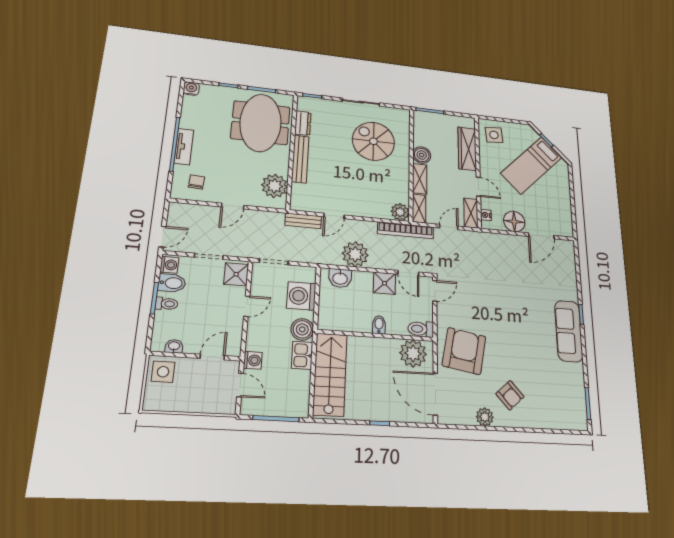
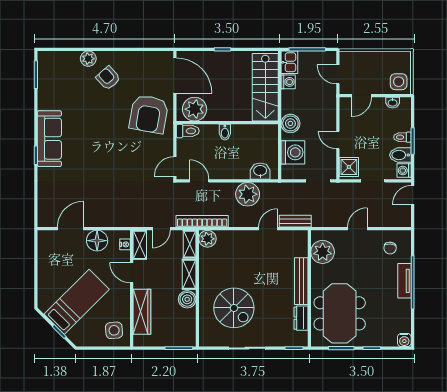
shower: (385, 283) -> (221, 170), removed
door: (247, 306) -> (338, 140), hinge flipped
kitchen sink: (302, 355) -> (289, 62), moved
washing machine: (253, 360) -> (288, 82), moved, turned 180
plant: (485, 417) -> (88, 59), moved

